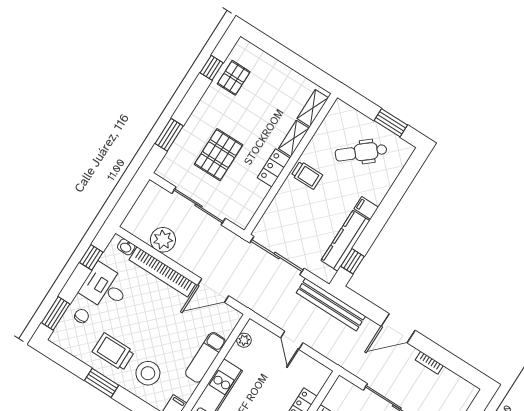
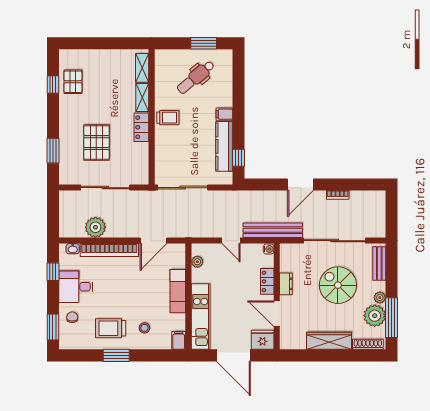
bench: (331, 304) -> (273, 230), moved
stool: (148, 373) -> (144, 328), width x0.53, depth x0.53
water cooler: (324, 373) -> (269, 249), added

